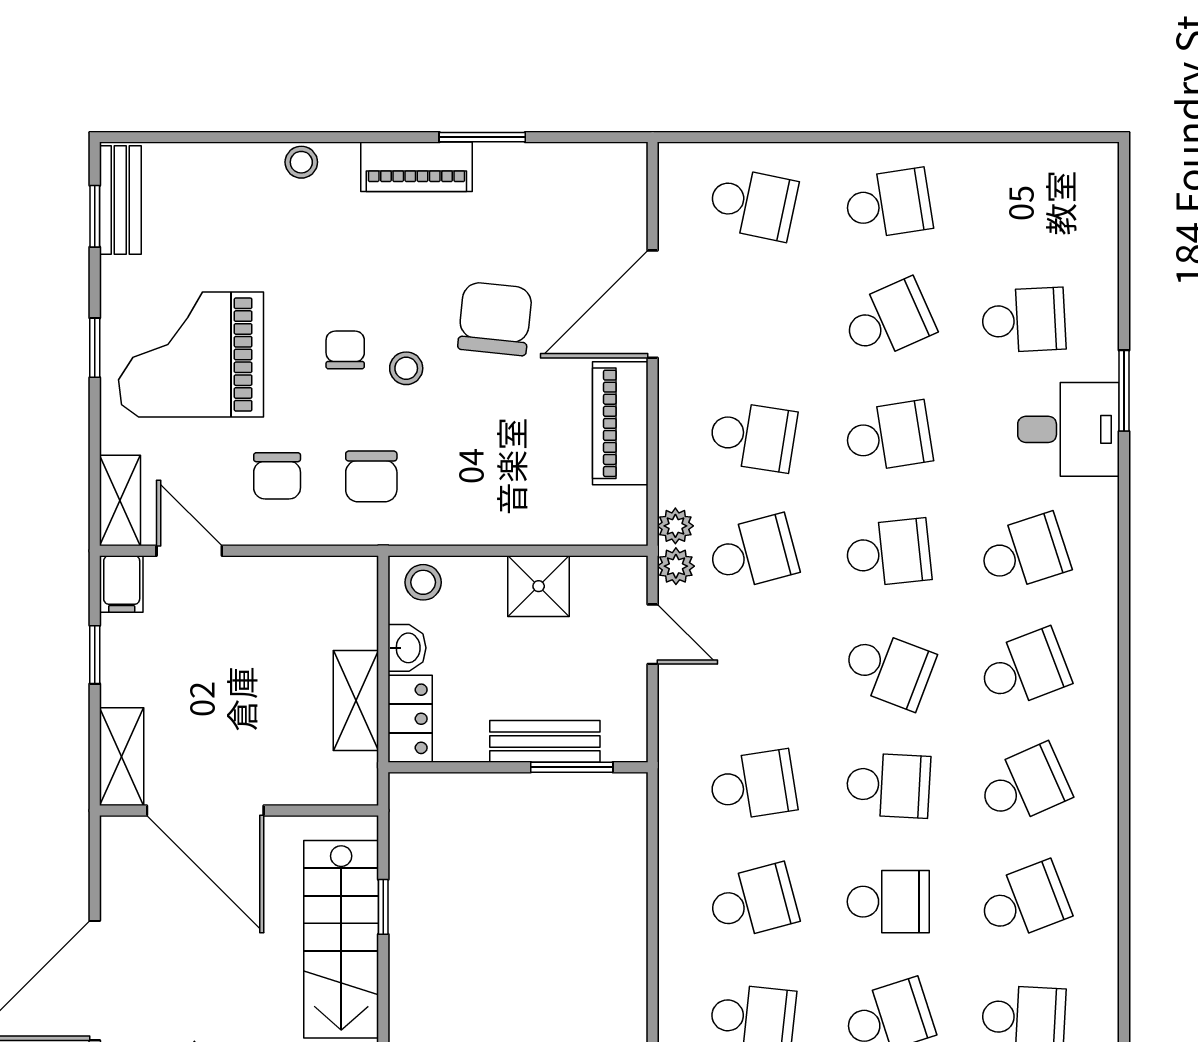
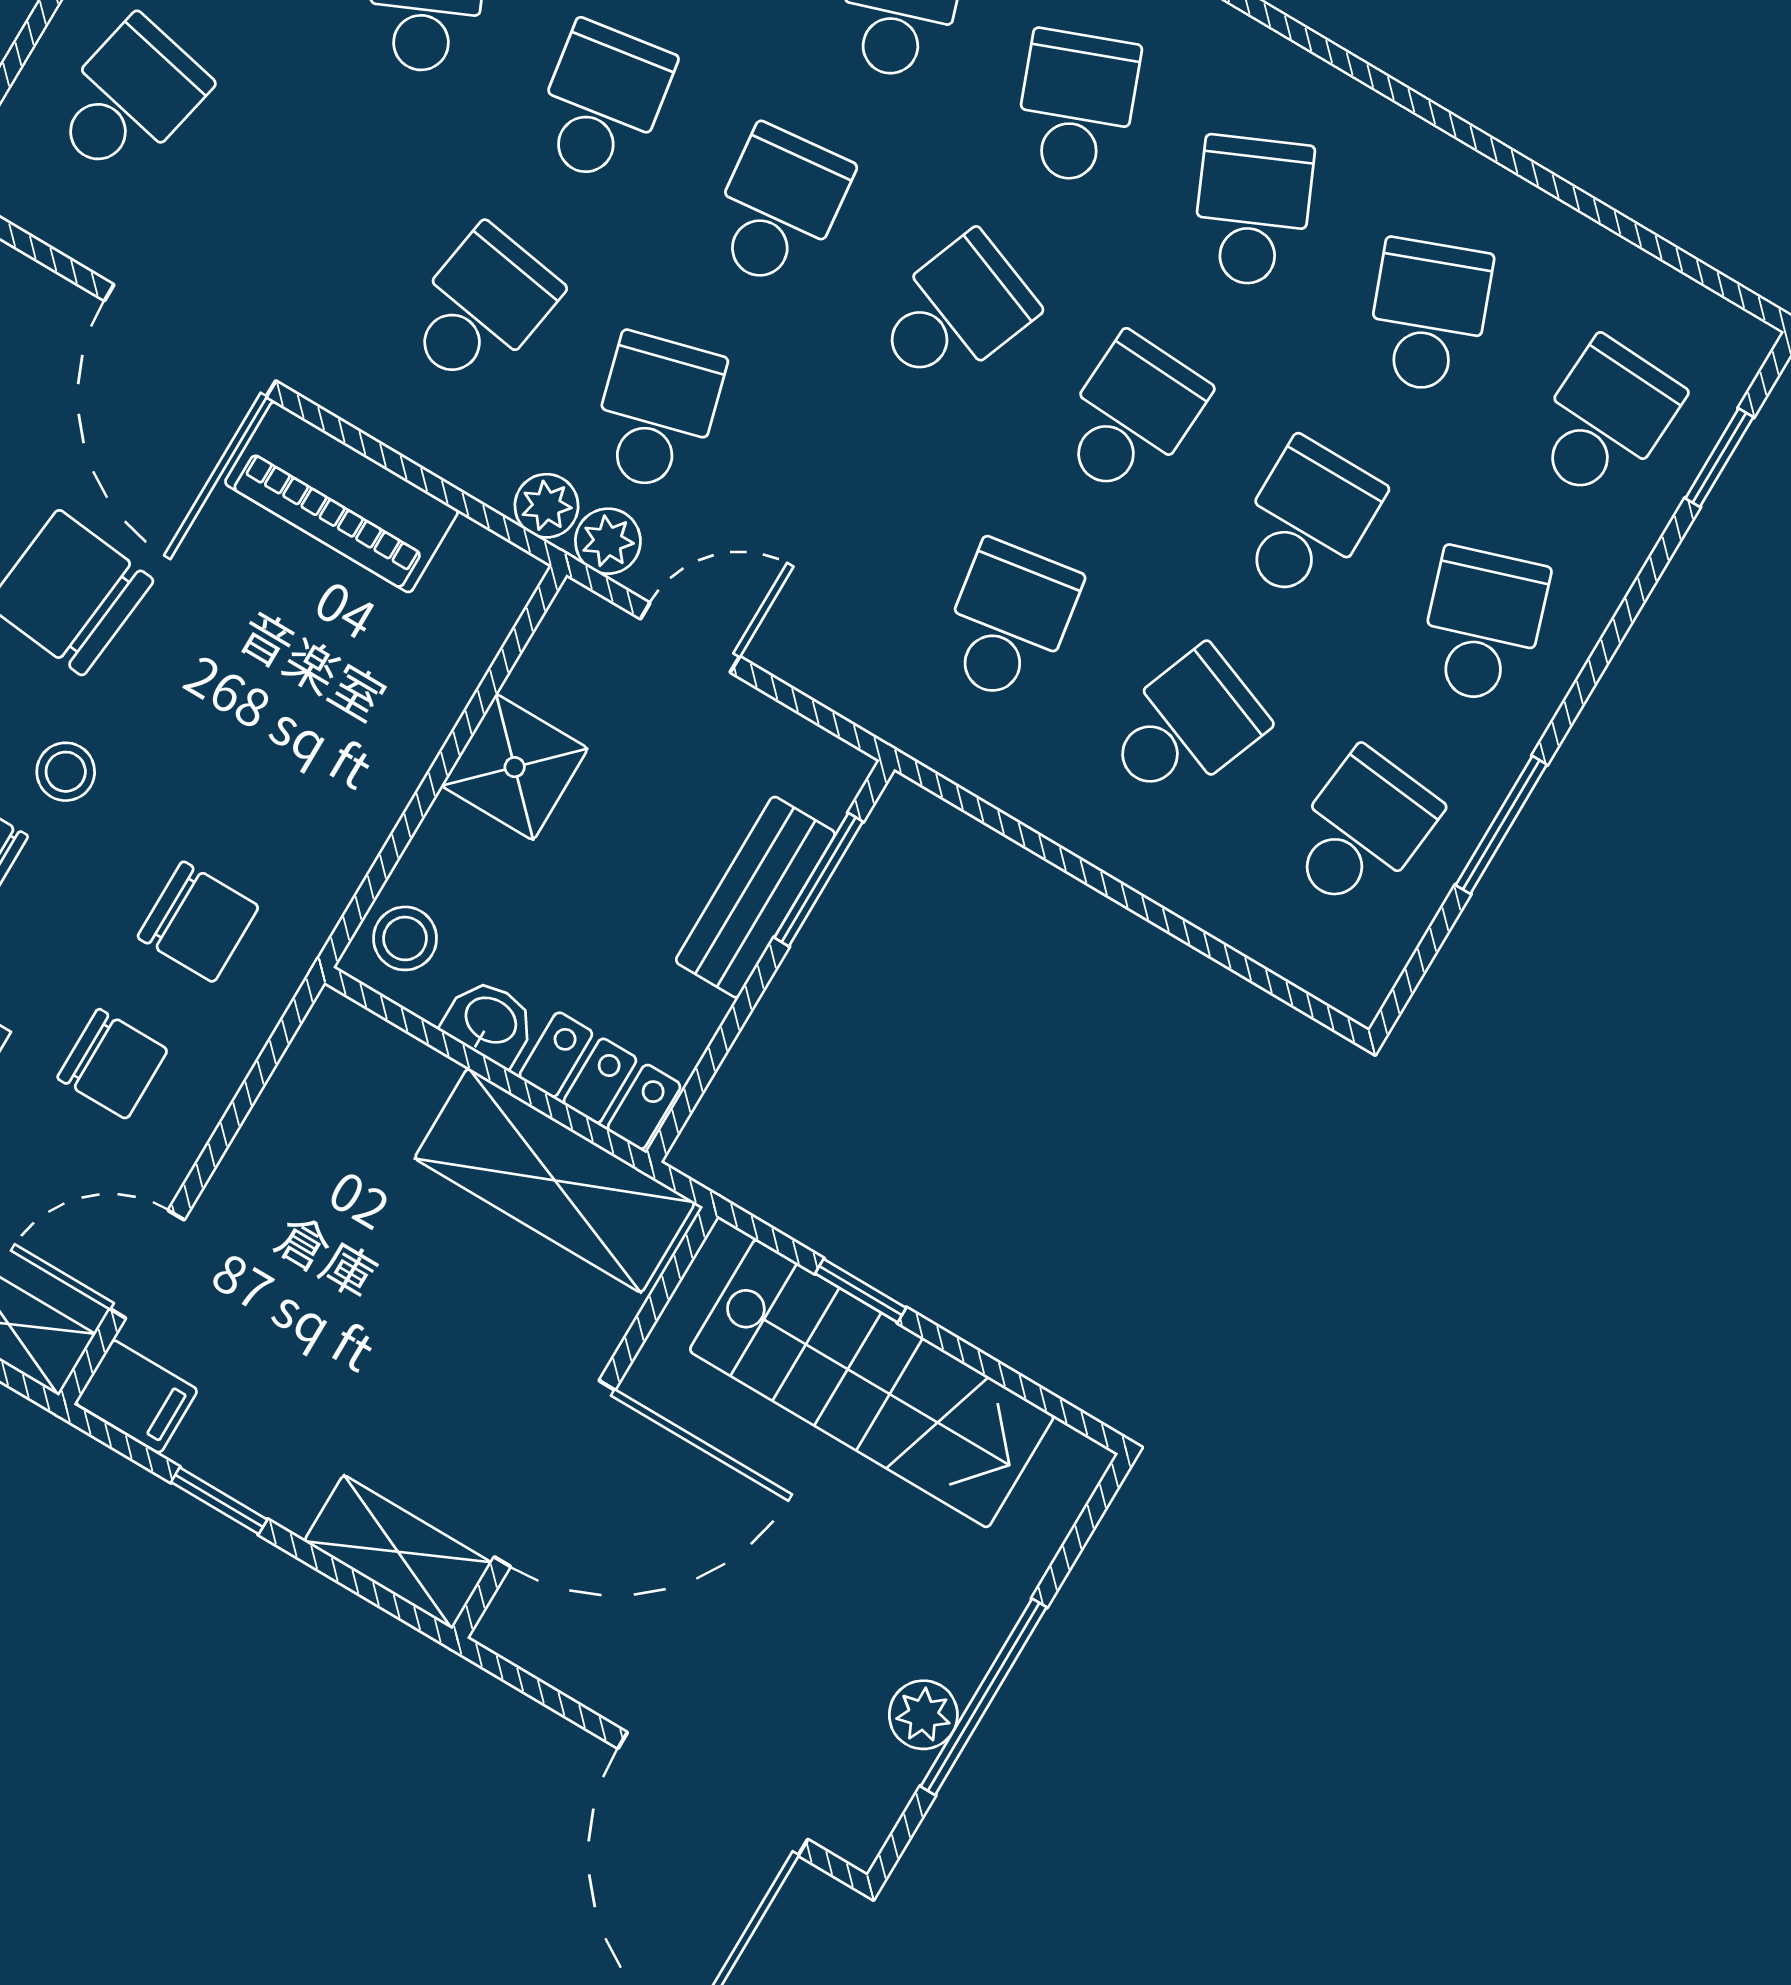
shelving: (356, 700) -> (555, 1180), width x1.50, depth x1.33
school desk: (753, 902) -> (1185, 726), turned 36

